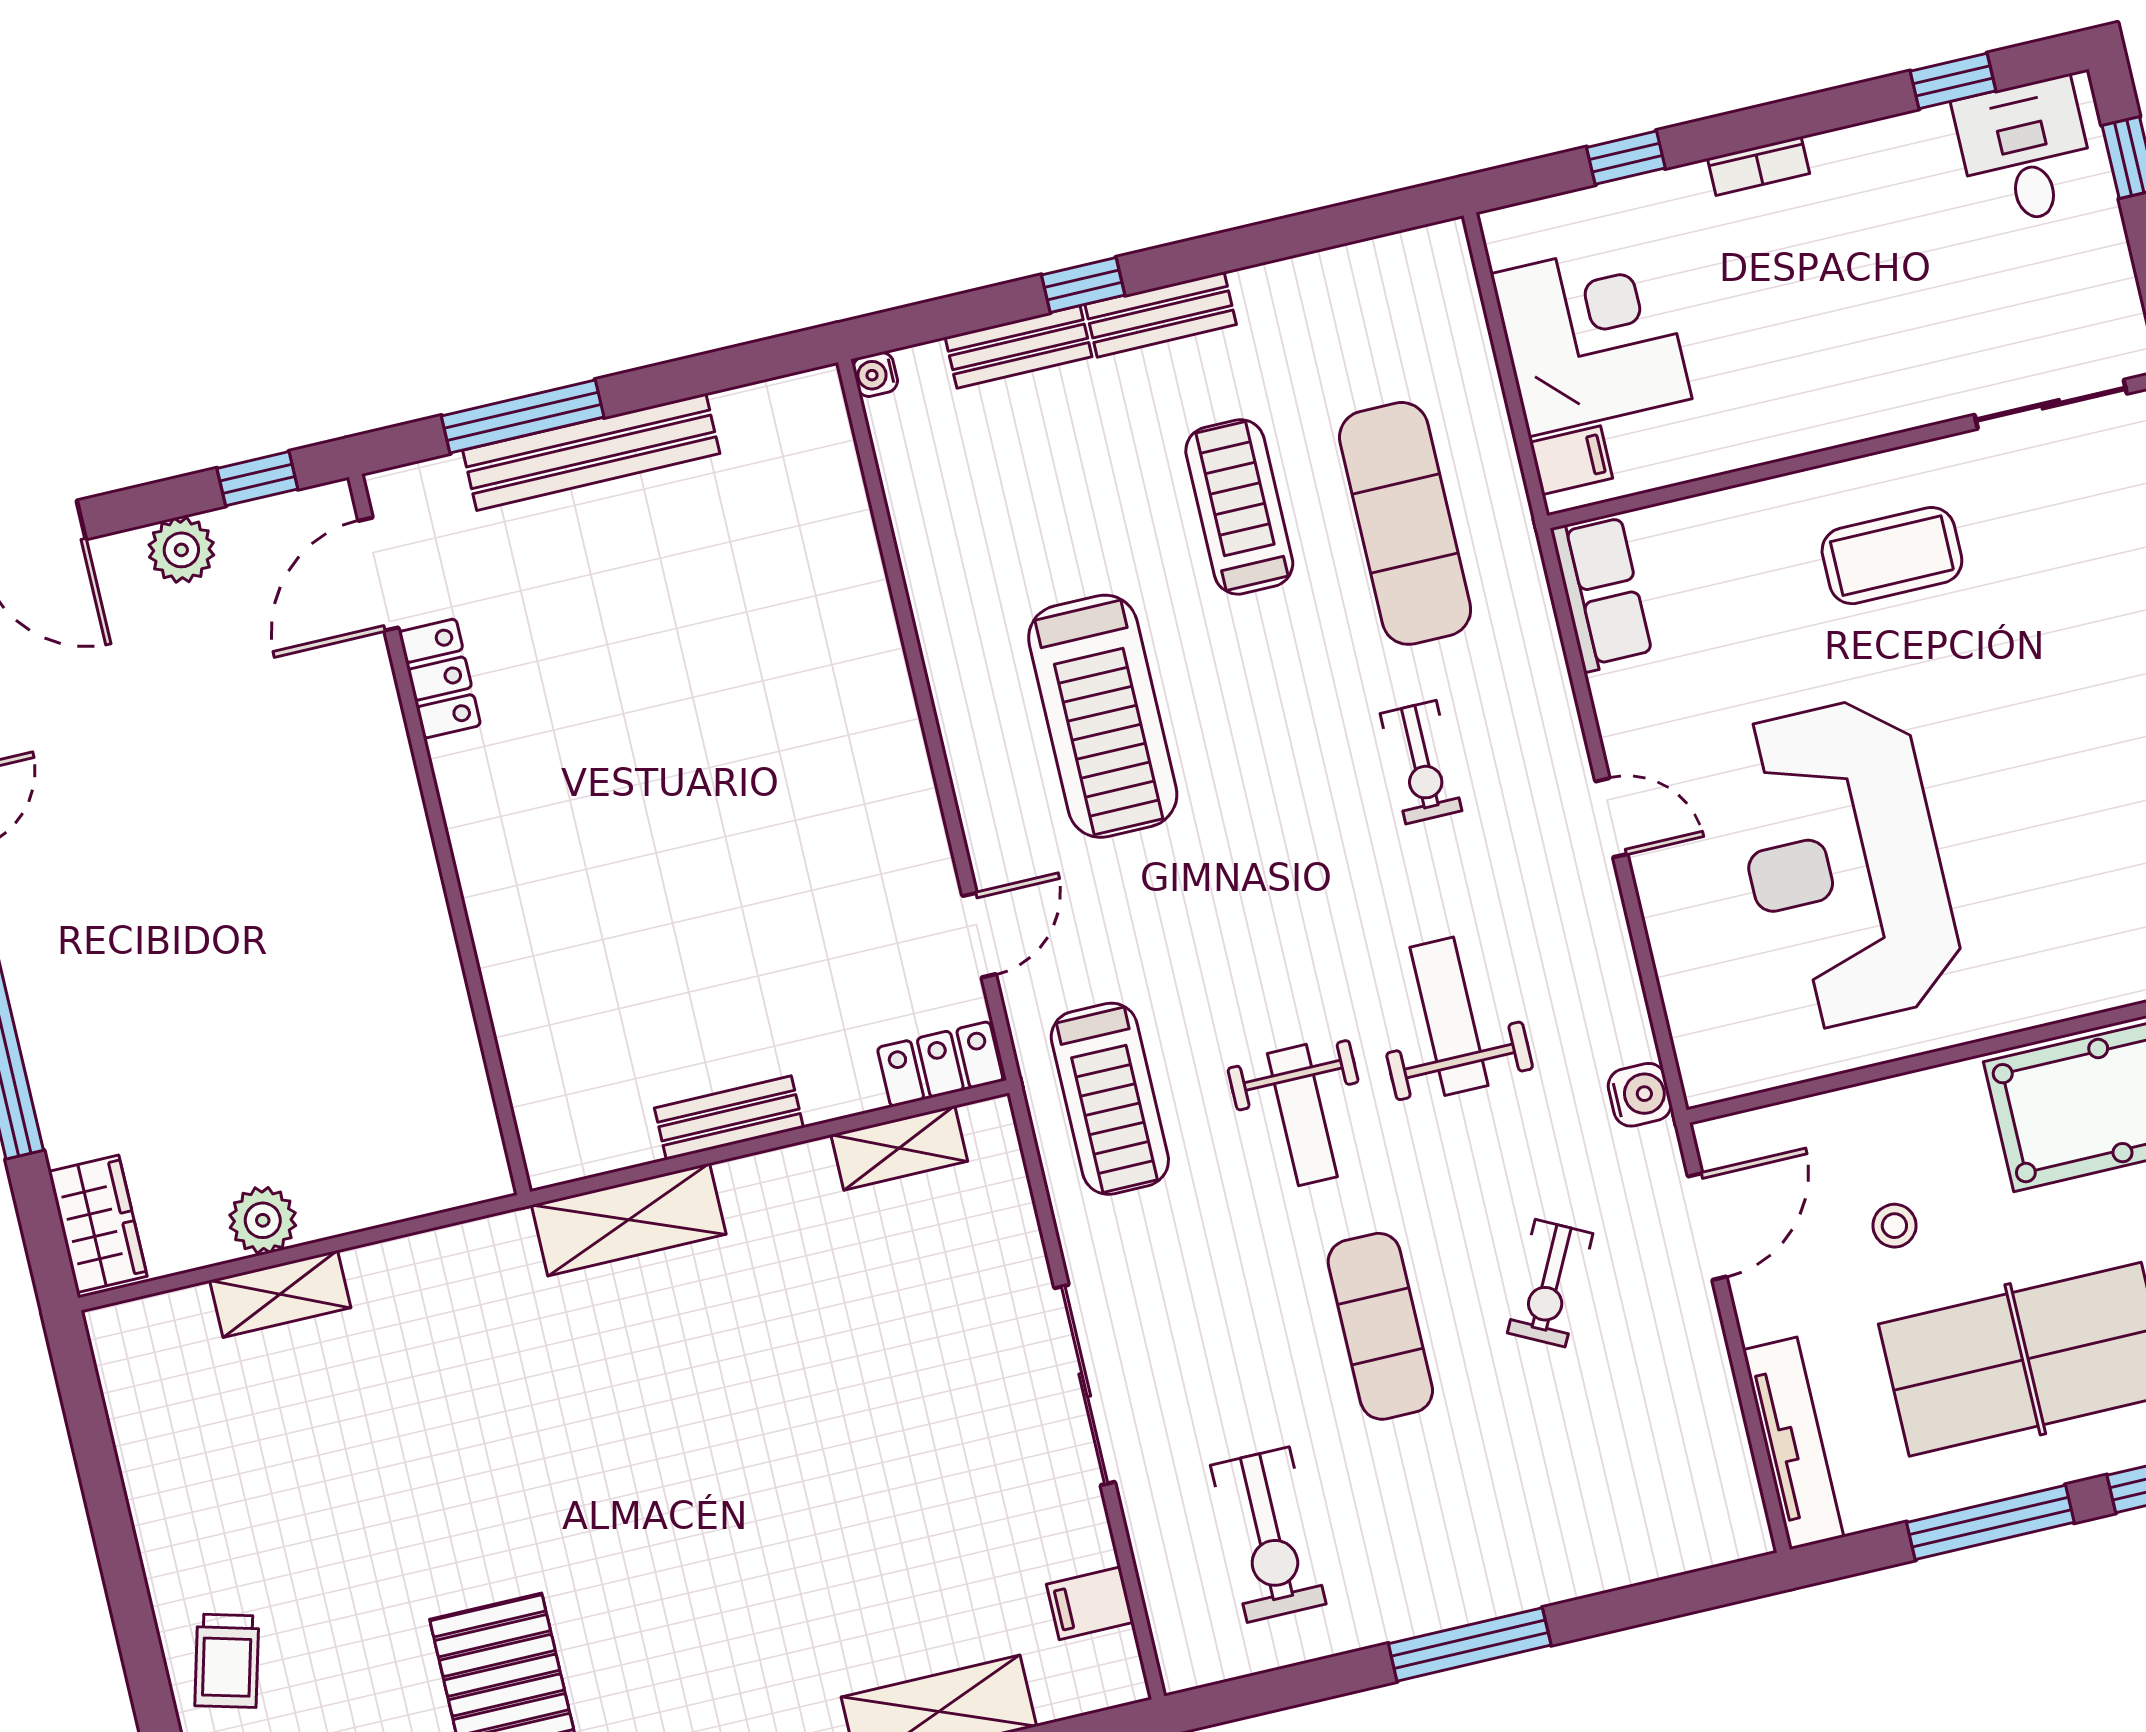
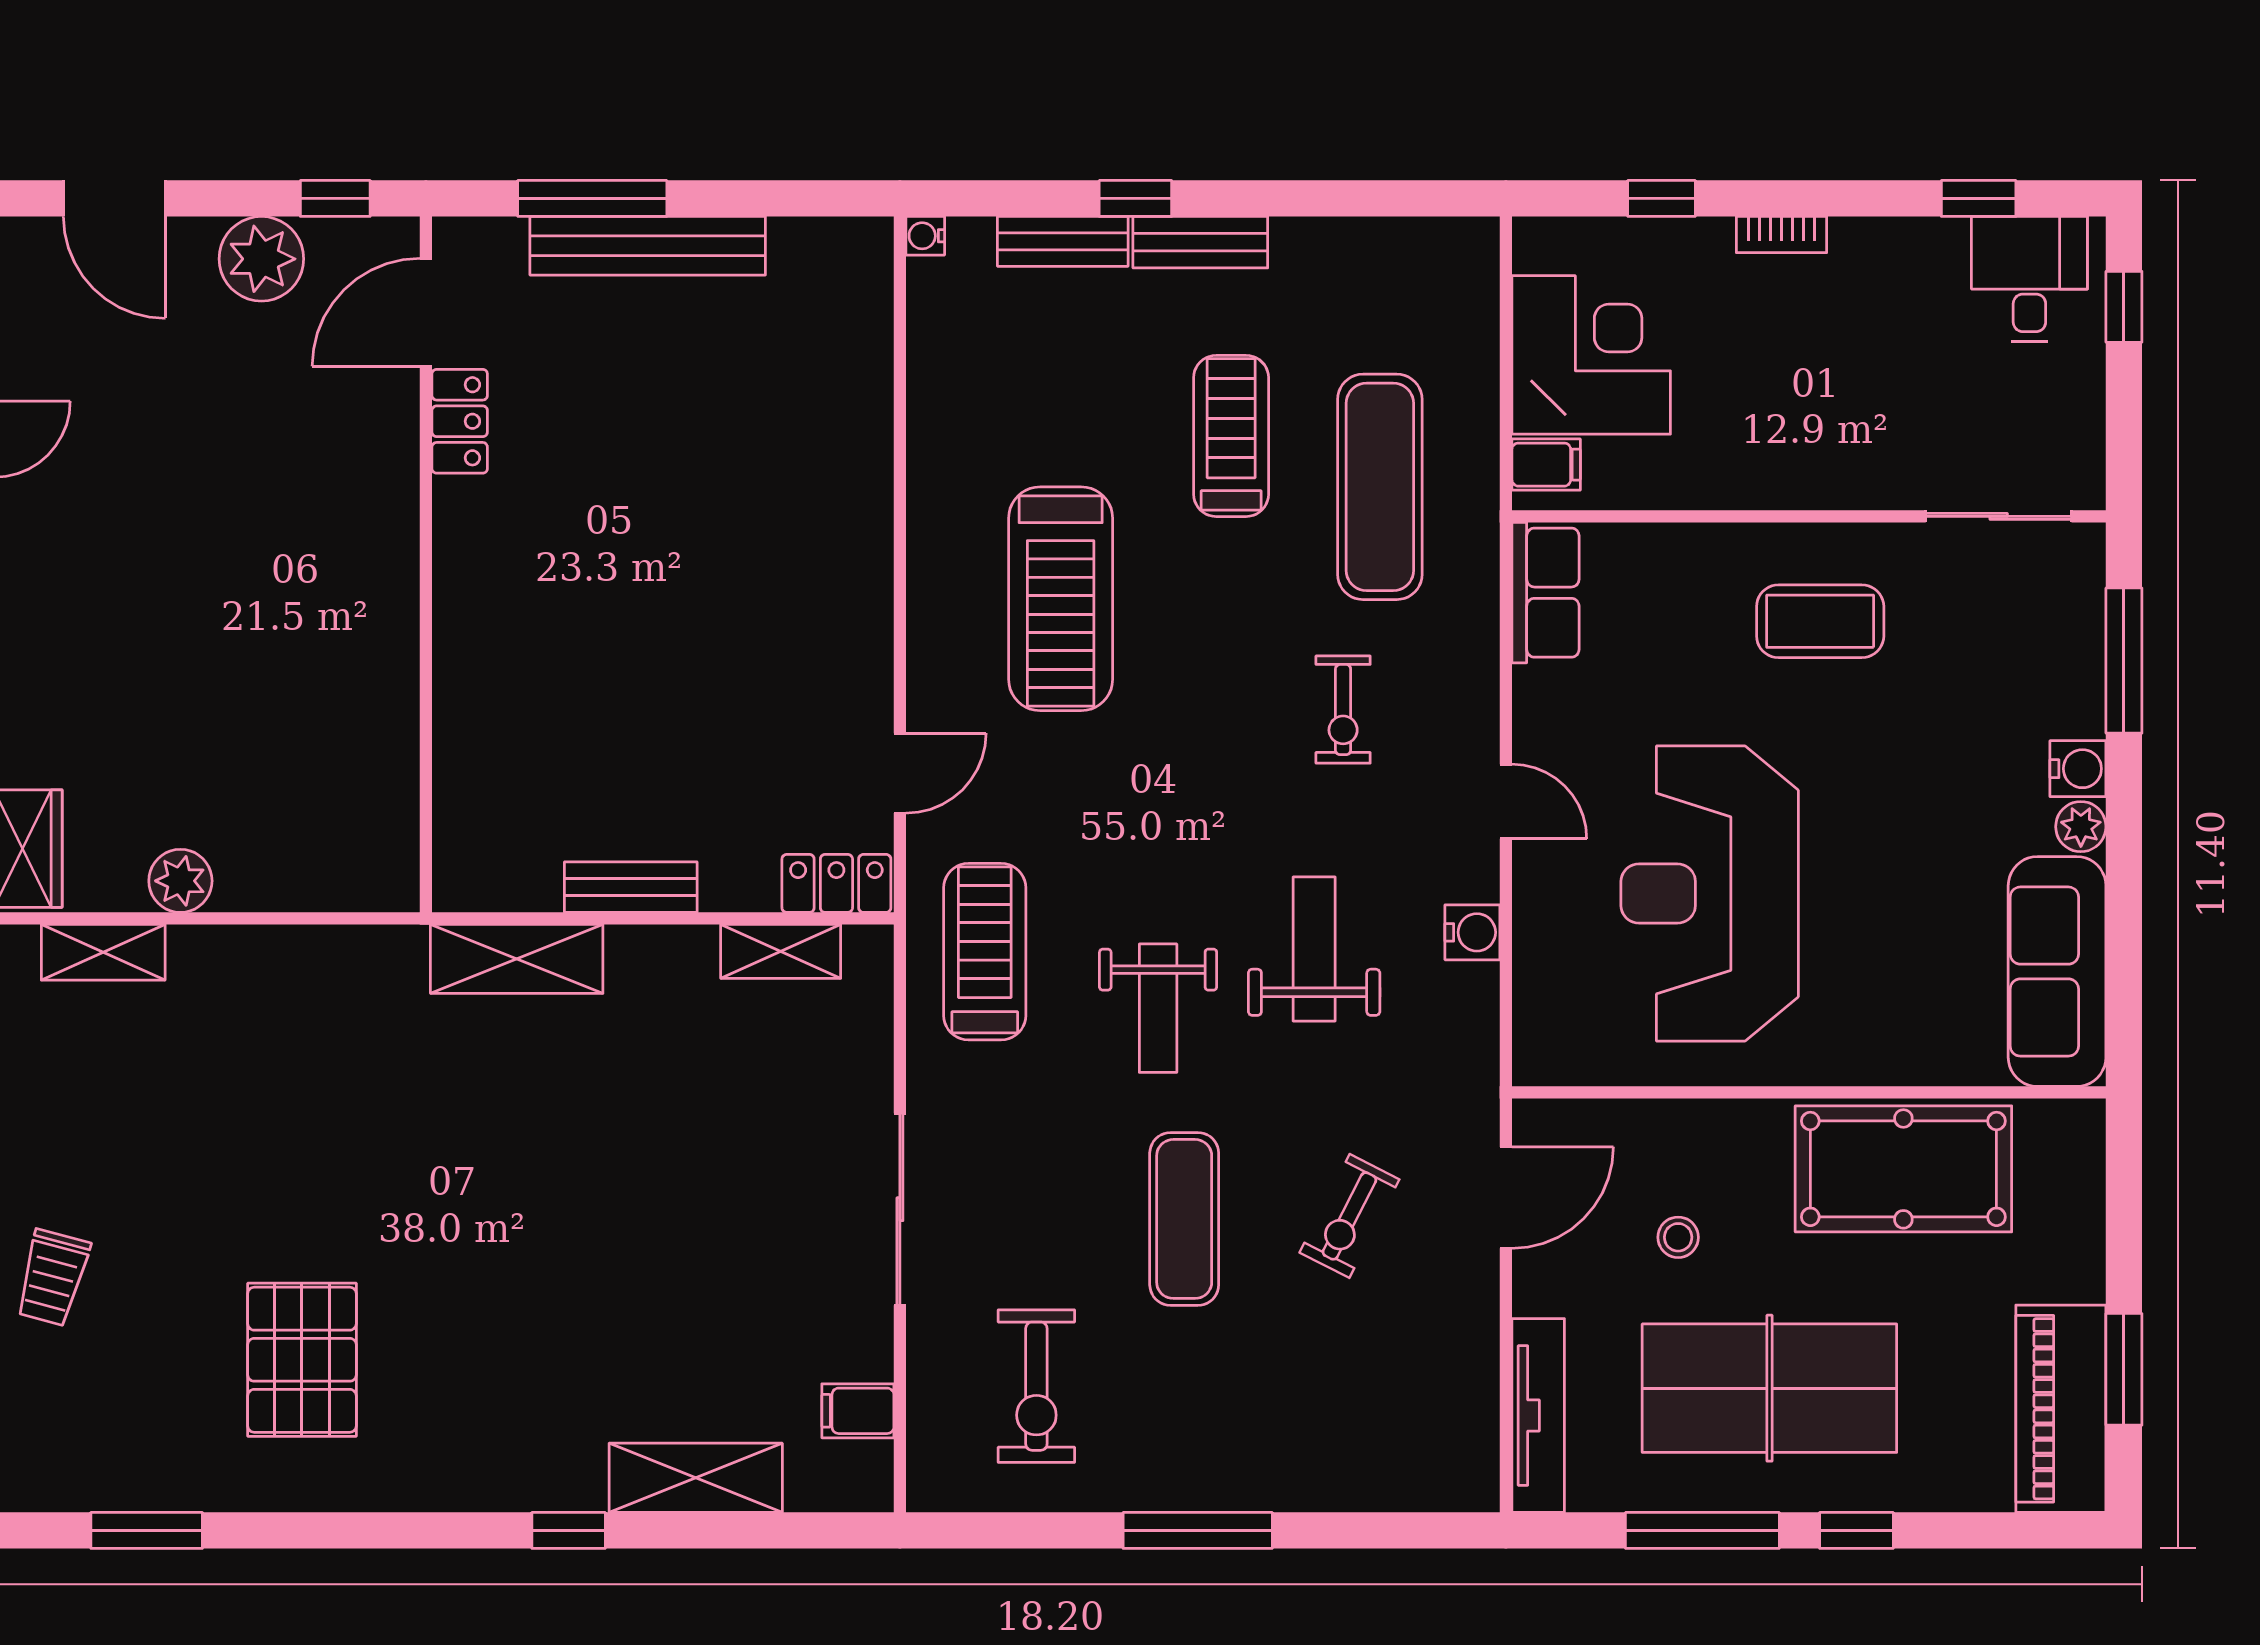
plant: (181, 550) -> (261, 259), width x1.36, depth x1.36
water cooler: (1640, 1095) -> (1472, 932), moved
treadmill: (1110, 1099) -> (985, 952), turned 180
shelving: (280, 1294) -> (103, 952), moved

